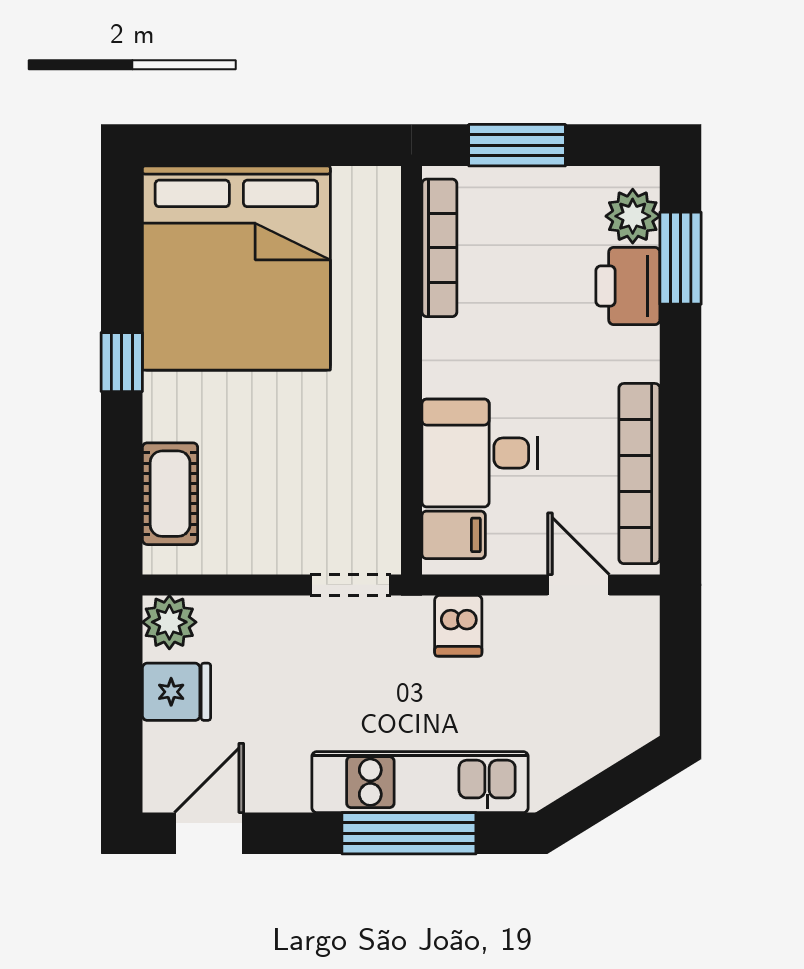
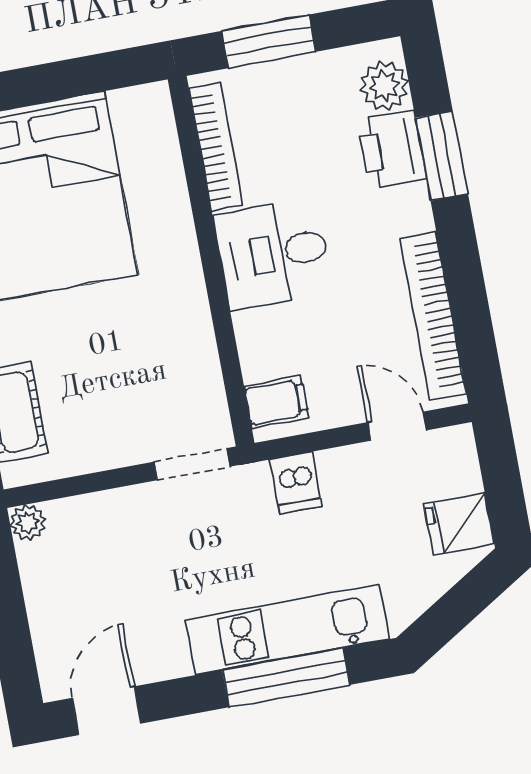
window: (680, 258) -> (442, 156), moved
desk: (480, 453) -> (273, 254), moved
plant: (169, 622) -> (28, 522), width x0.73, depth x0.73
fridge: (177, 692) -> (459, 524), moved, turned 180

